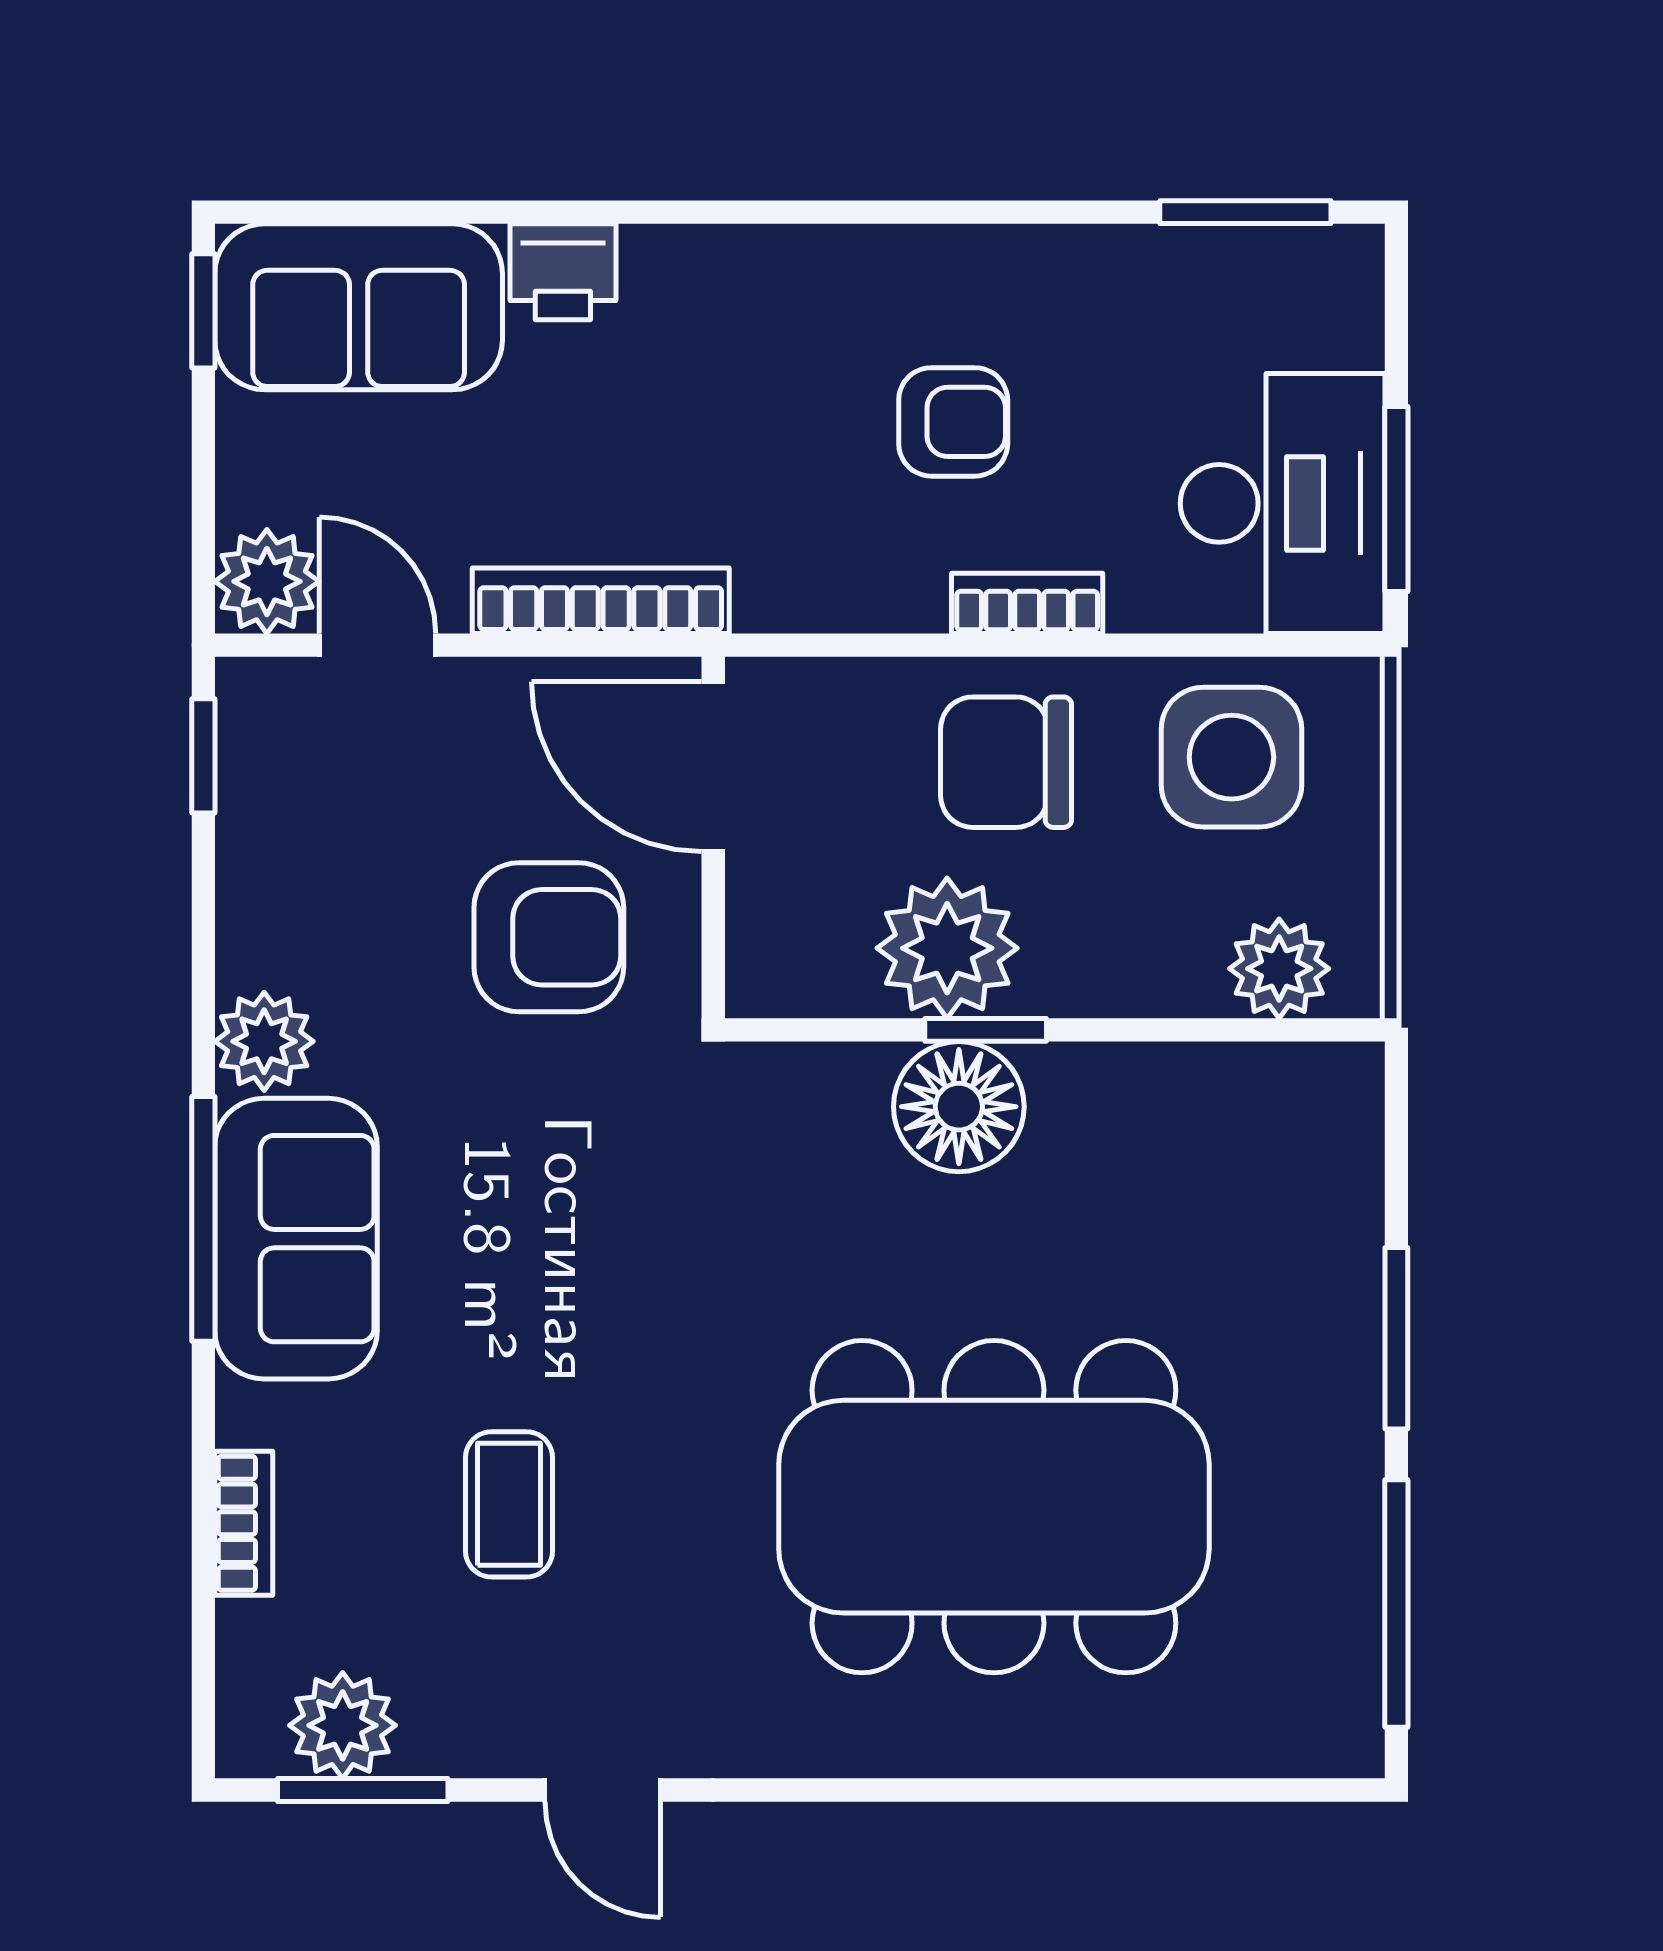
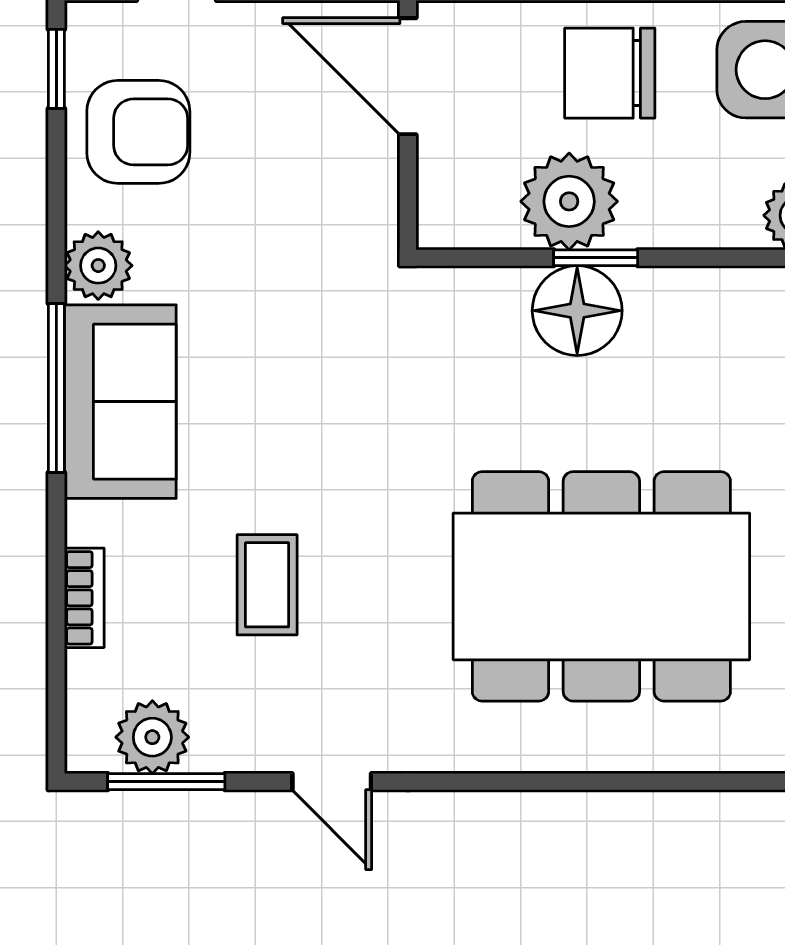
armchair: (549, 937) -> (138, 132), moved

